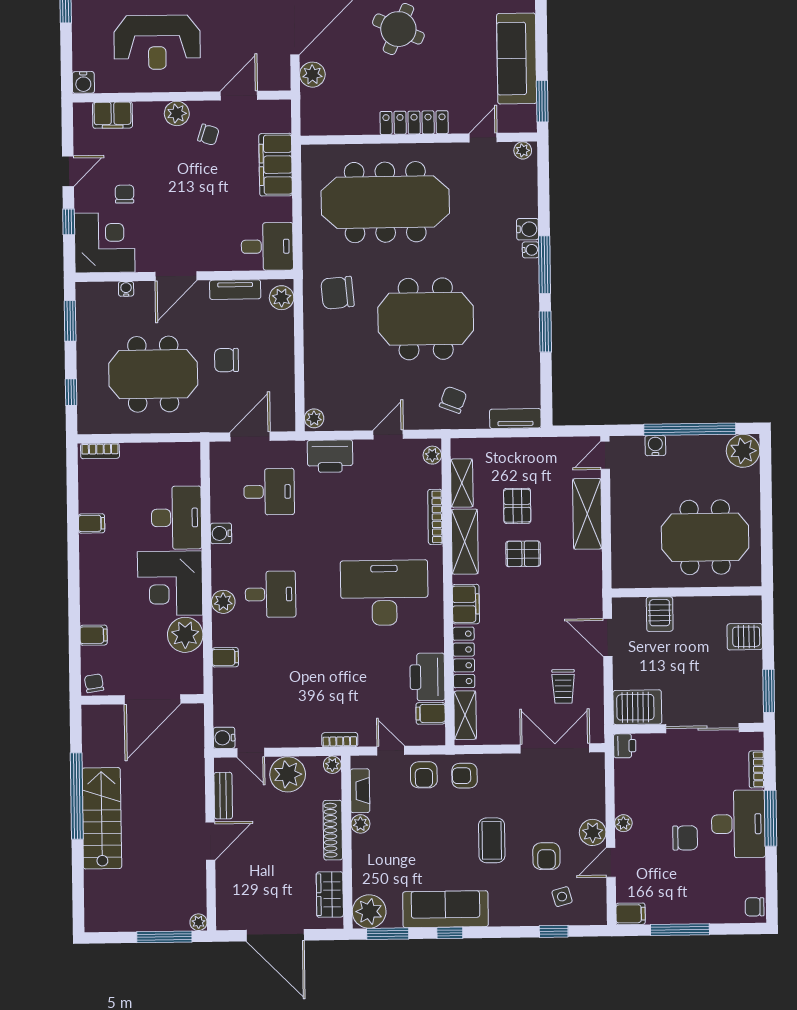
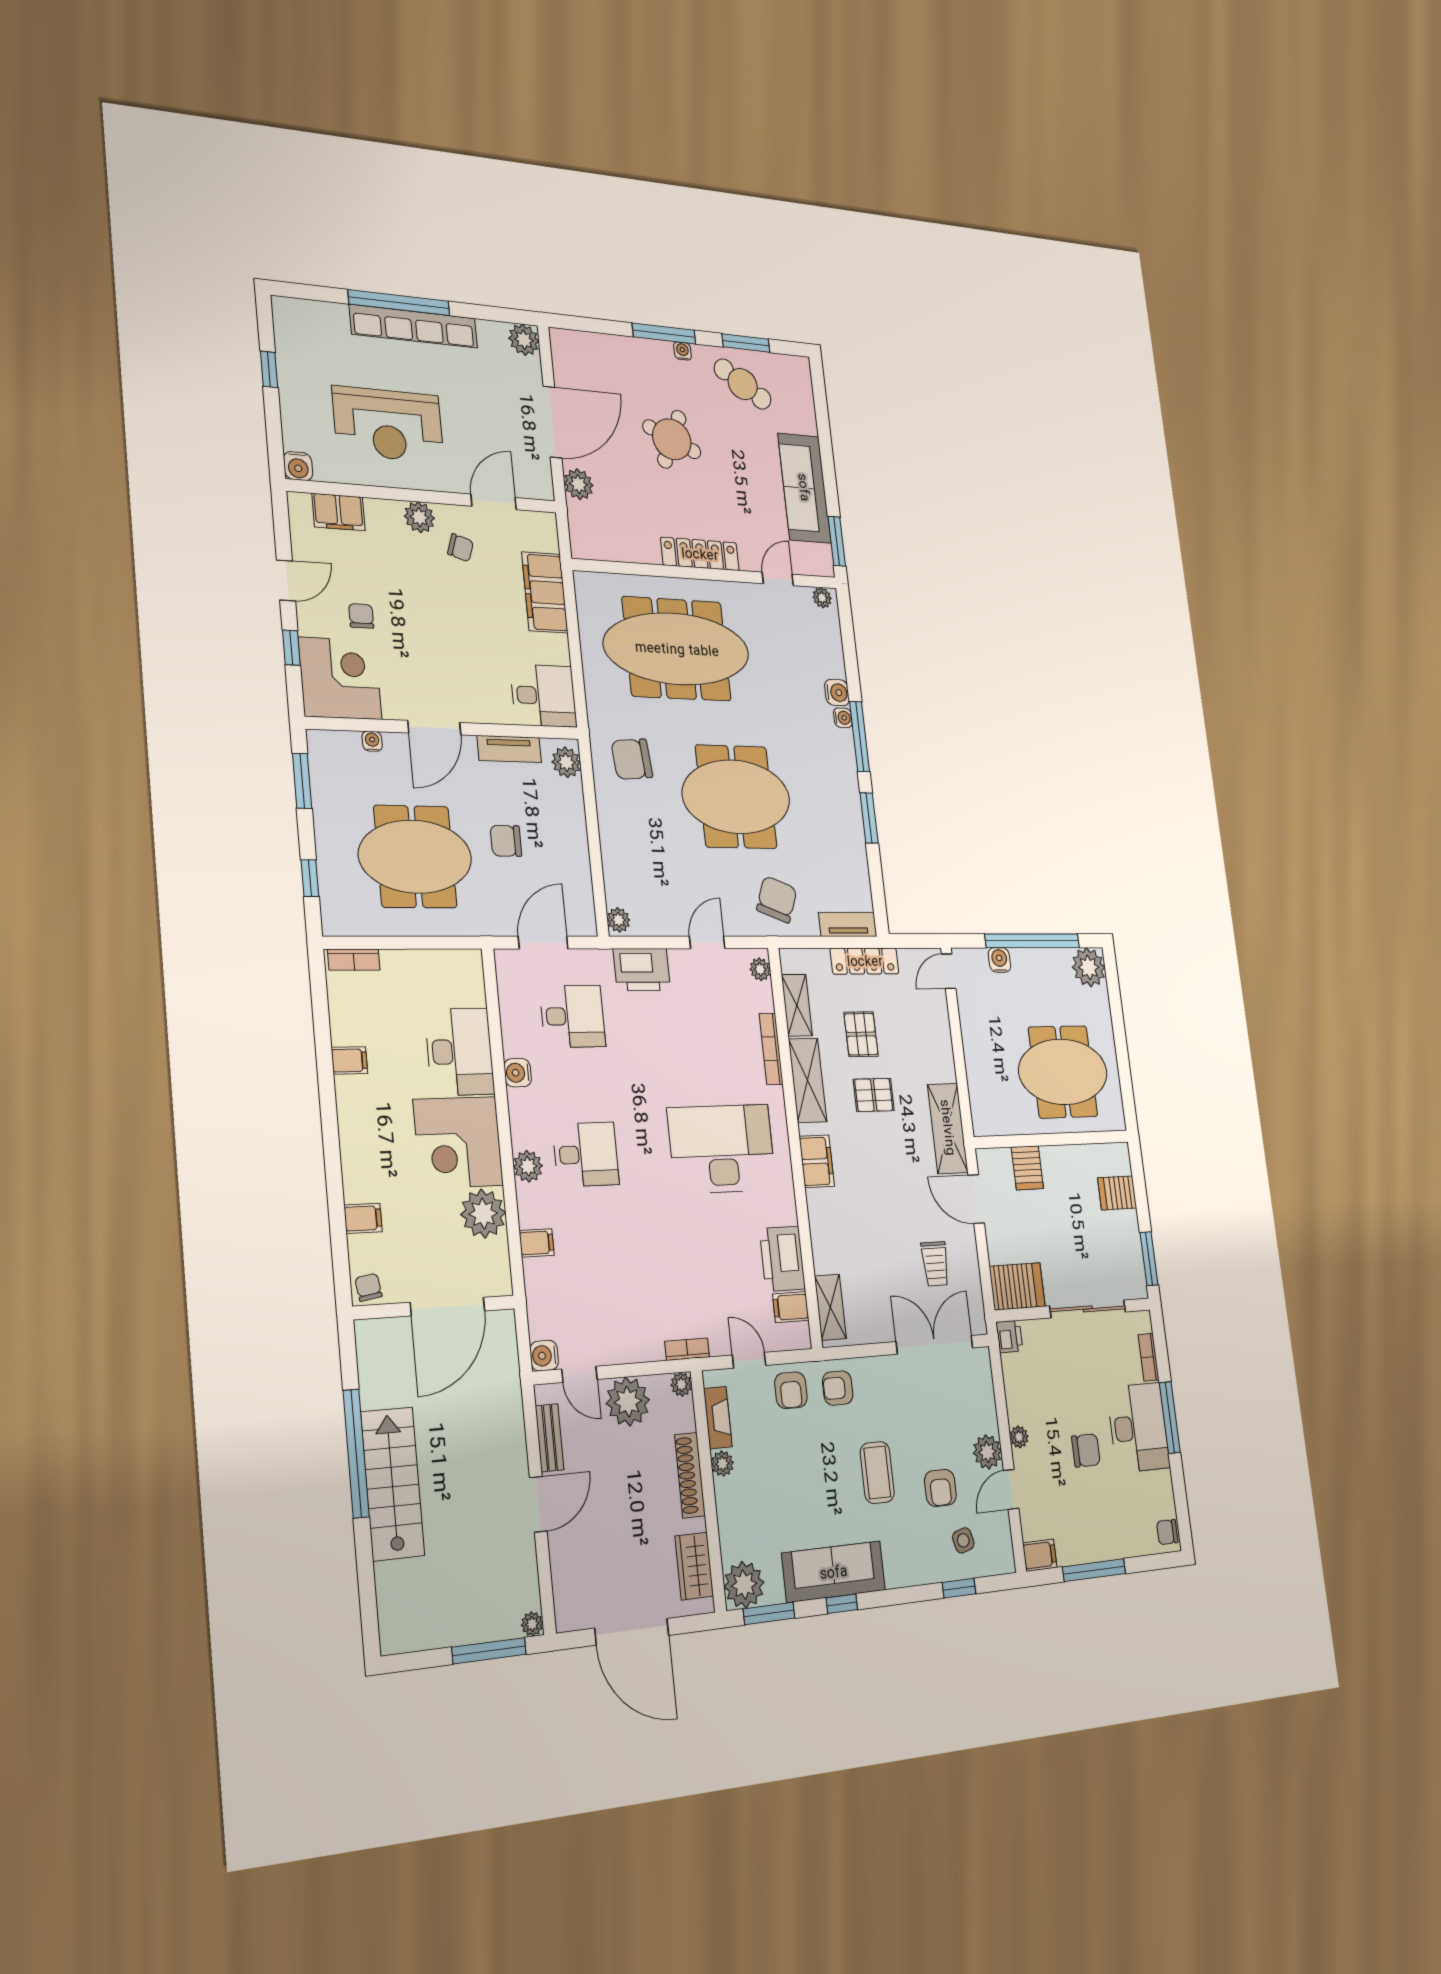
chair: (453, 400) -> (777, 899), width x1.37, depth x1.37
shelving: (587, 514) -> (948, 1128), moved
locker: (464, 657) -> (865, 961), moved, turned 90

